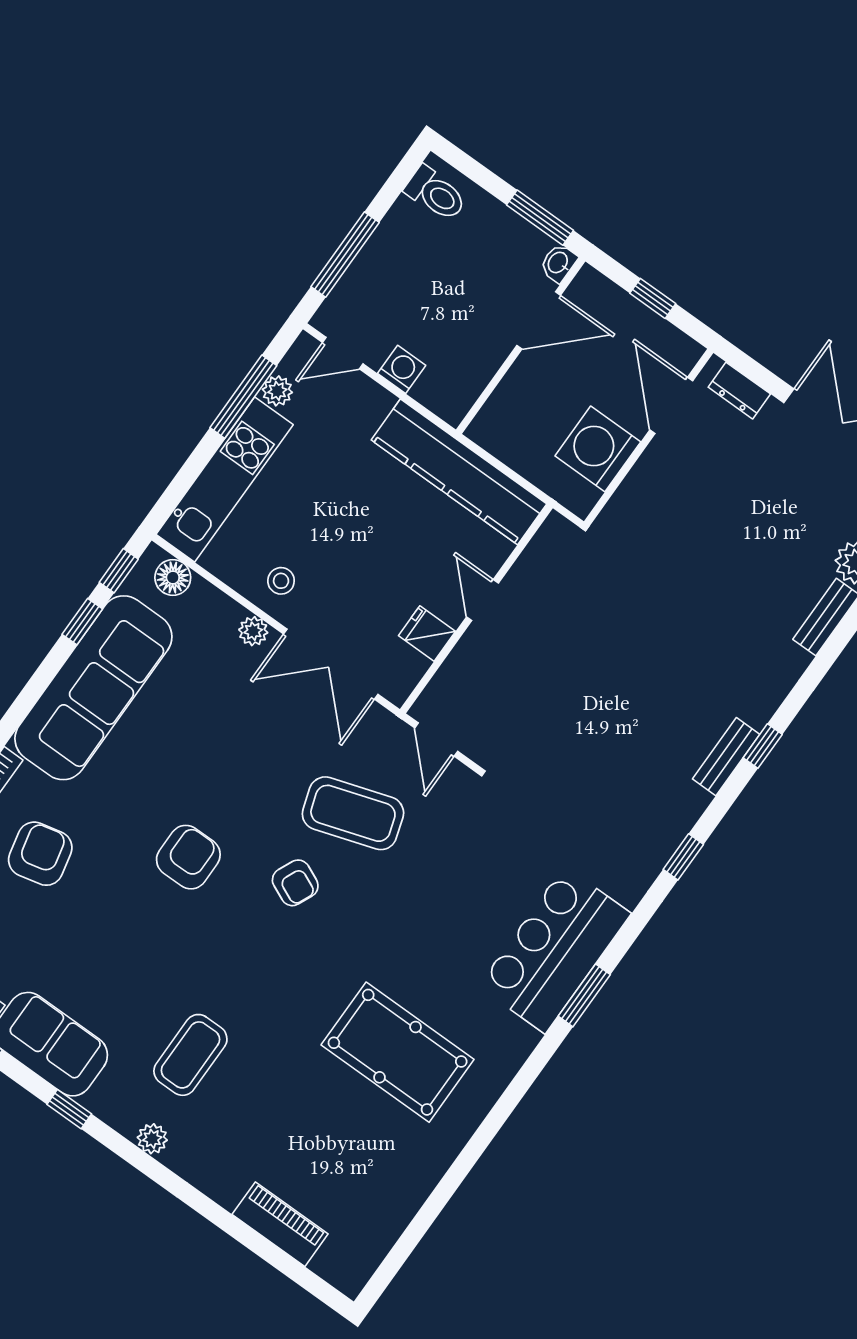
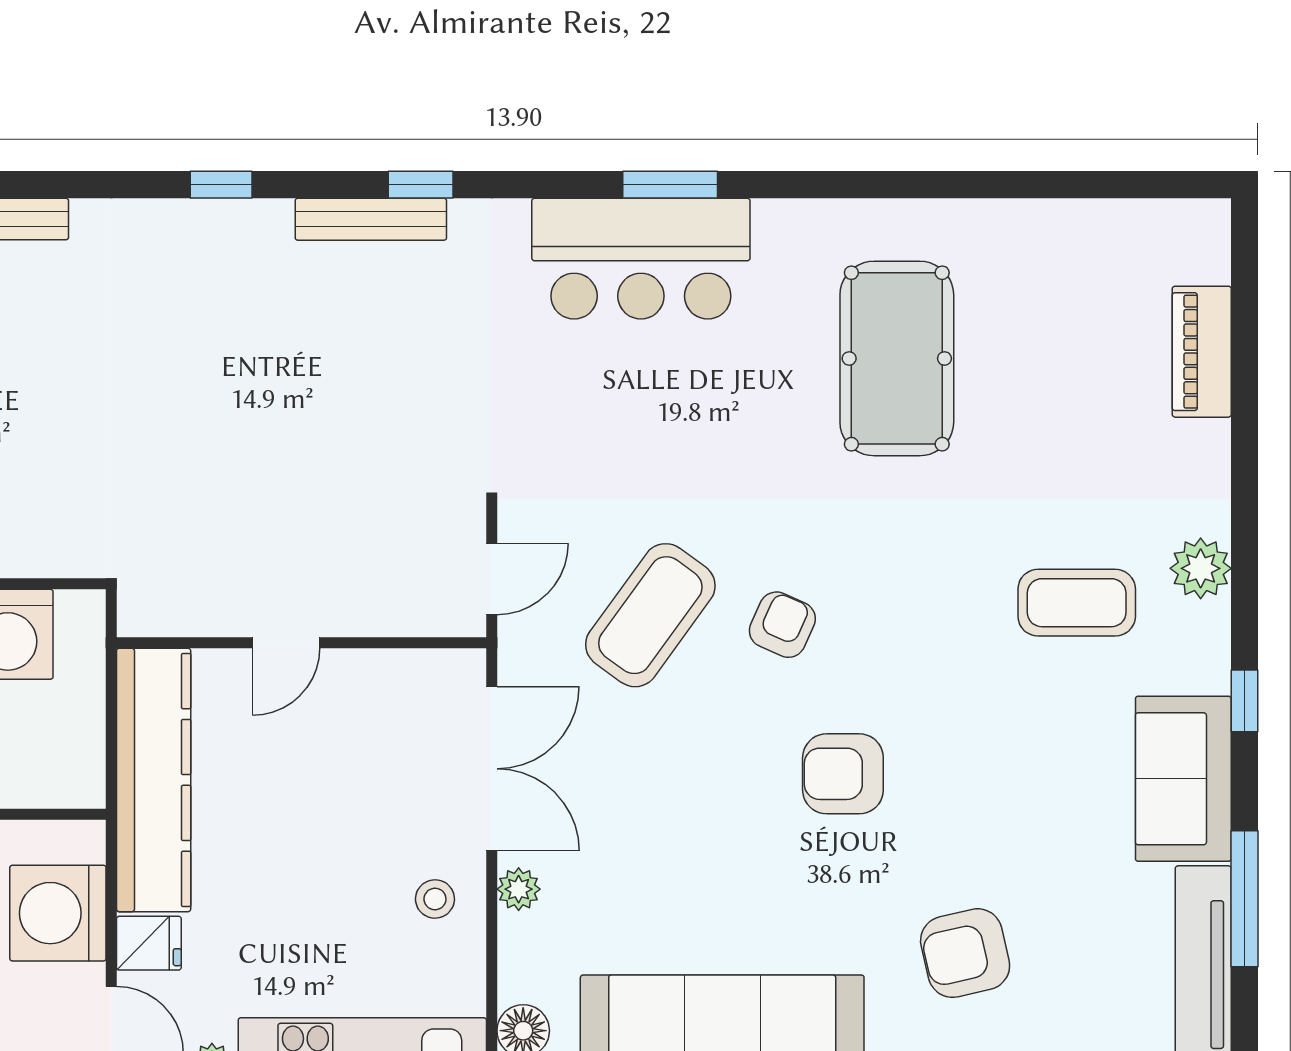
washing machine: (402, 369) -> (58, 913), width x1.89, depth x1.89
fridge: (427, 634) -> (149, 943), moved, turned -90
bench: (726, 757) -> (371, 219), moved, width x1.36
coffee table: (353, 813) -> (650, 615), turned 54
plant: (152, 1139) -> (1201, 568), width x1.38, depth x1.38

